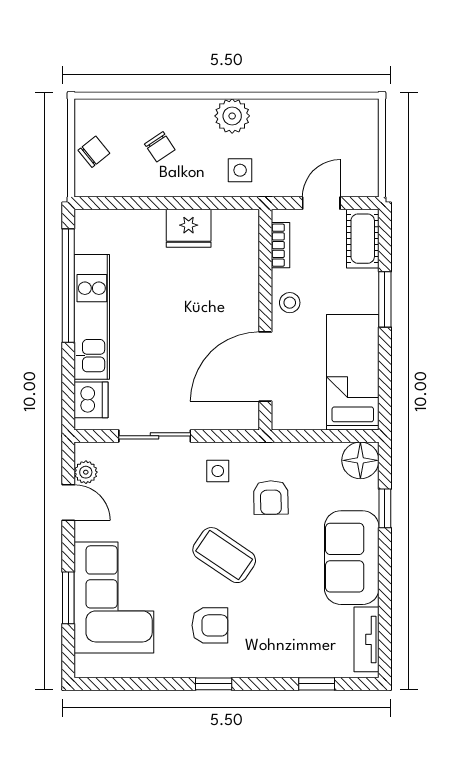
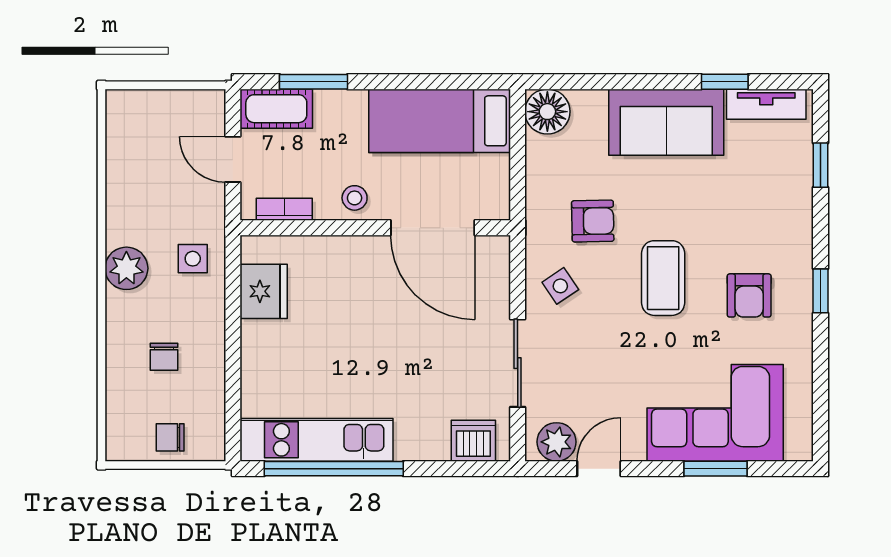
chair: (160, 147) -> (164, 357), turned 124
chair: (94, 152) -> (170, 437), turned -51
fridge: (189, 228) -> (264, 291), moved
window: (385, 299) -> (313, 82), moved
kitchen unit: (92, 317) -> (317, 440), moved
side table: (218, 471) -> (560, 286), turned -34
plant: (86, 472) -> (557, 442), width x1.38, depth x1.38
window: (385, 508) -> (725, 82), moved
coffee table: (224, 555) -> (663, 278), turned -34
armchair: (210, 625) -> (749, 295), turned 180

